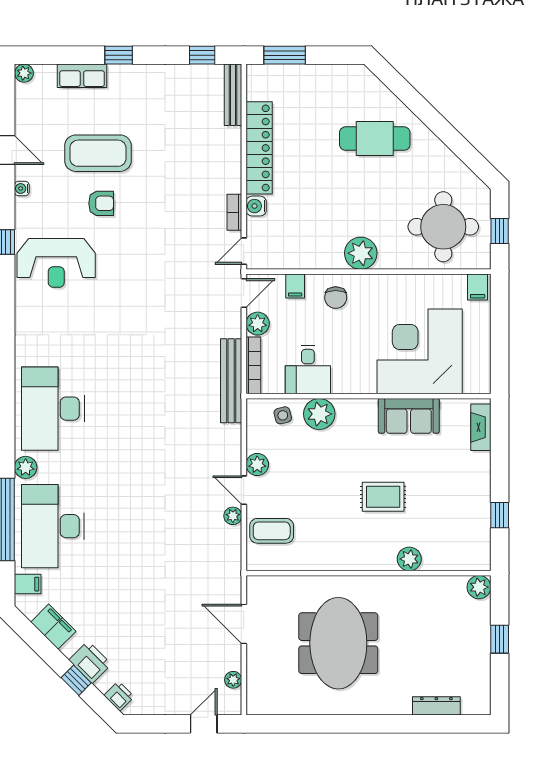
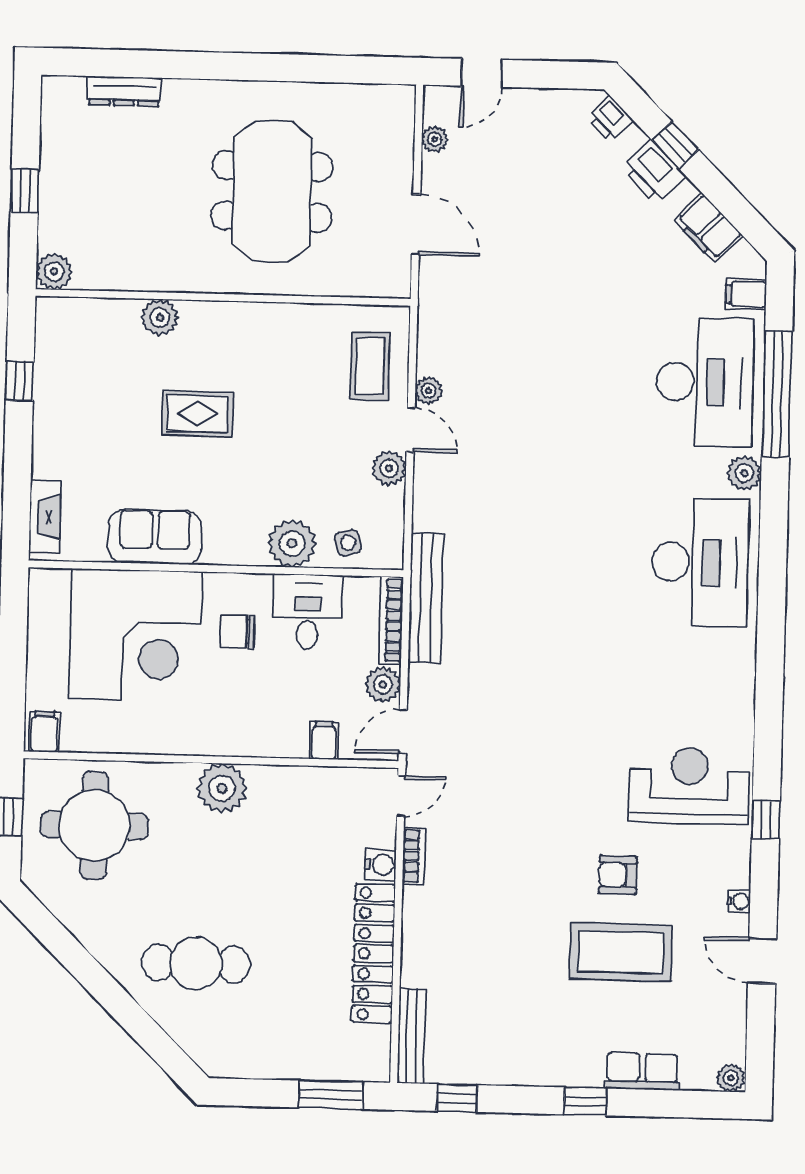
chair: (336, 298) -> (238, 632), moved, turned -90
coffee table: (272, 531) -> (370, 366), turned 90

